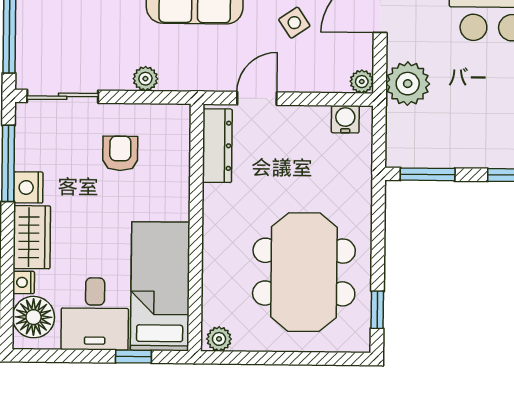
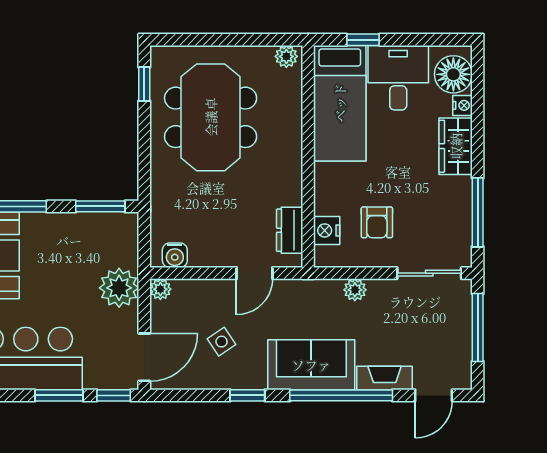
dresser: (217, 146) -> (290, 230), width x0.70
nightstand: (28, 187) -> (327, 230), moved, turned 180

